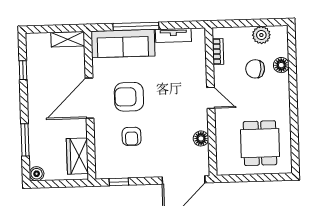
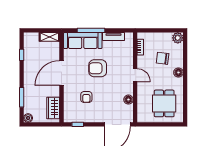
plant: (261, 35) -> (178, 38), moved
floor lamp: (281, 65) -> (178, 72), moved
armchair: (129, 97) -> (98, 68), moved

